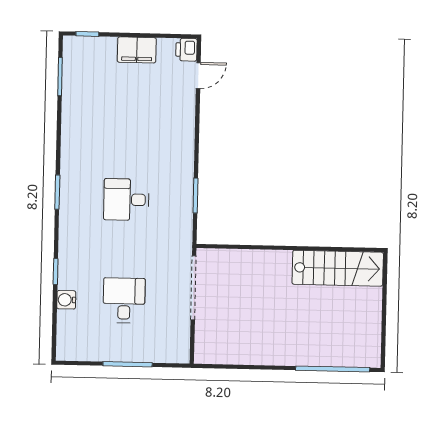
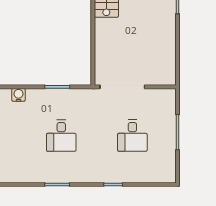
water cooler: (66, 300) -> (19, 95), moved, turned 180
desk: (124, 300) -> (132, 136), turned -90

